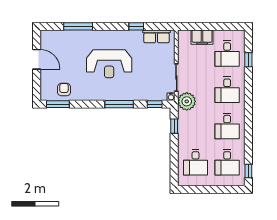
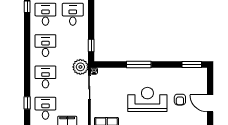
armchair: (64, 90) -> (180, 100), moved
window: (155, 104) -> (108, 64), removed

